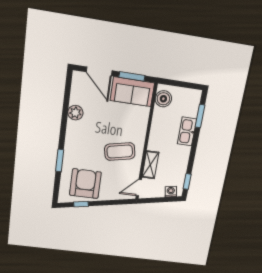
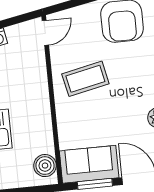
shelving: (150, 165) -> (38, 70), removed

